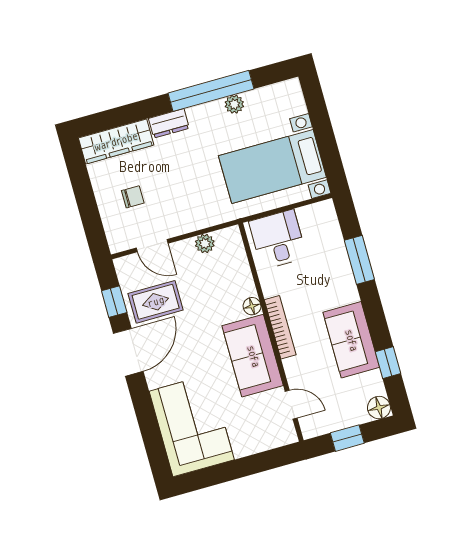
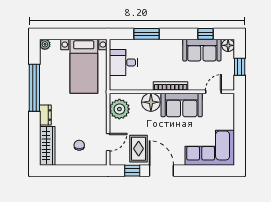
plant: (234, 104) -> (45, 44), moved
desk: (278, 239) -> (123, 62), moved
plant: (205, 243) -> (119, 109), width x1.87, depth x1.87
floor lamp: (252, 306) -> (151, 102), width x1.89, depth x1.89
sofa: (351, 340) -> (202, 50), moved

